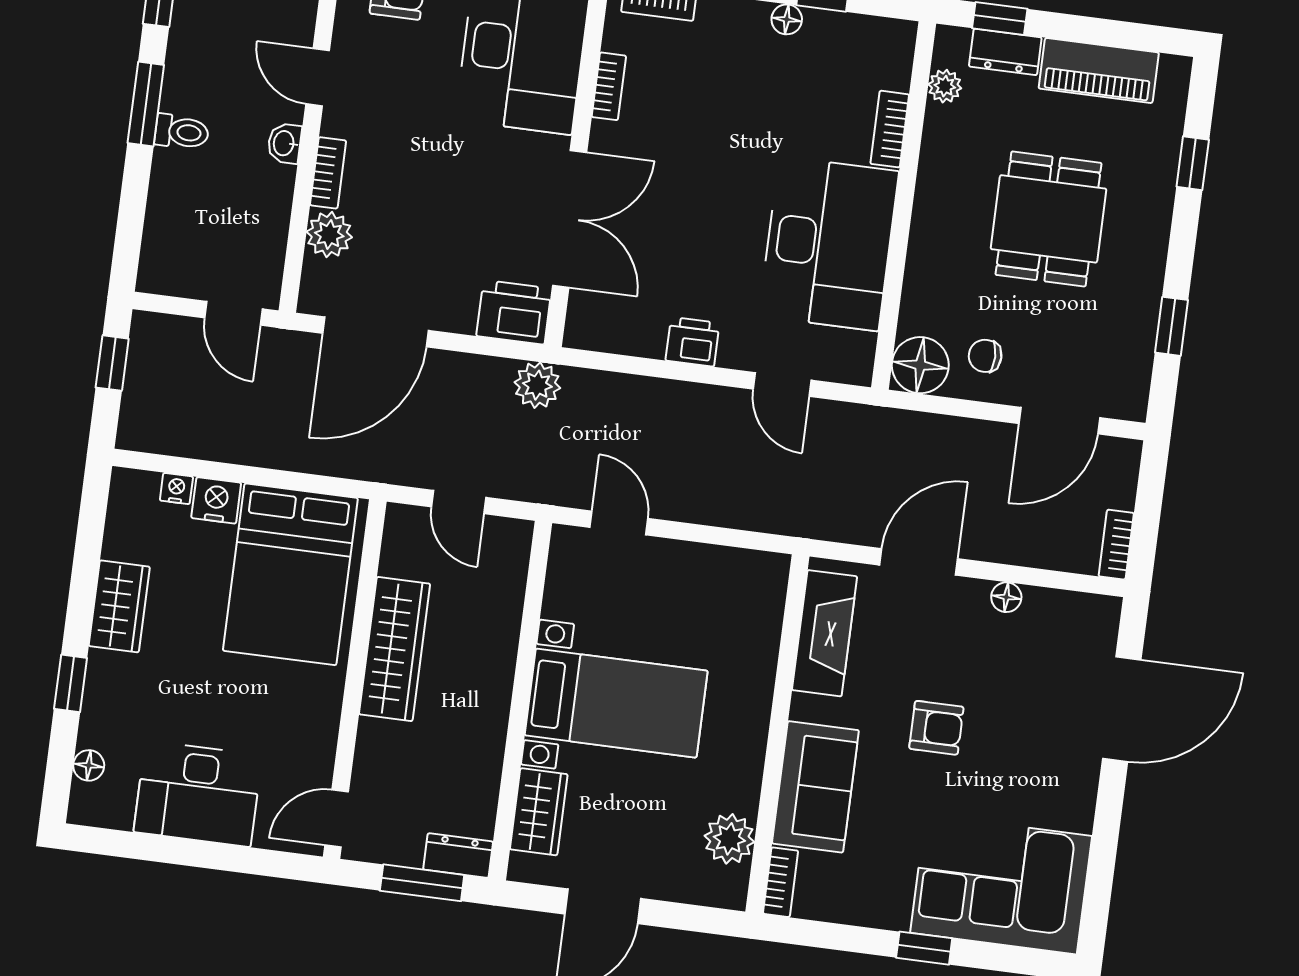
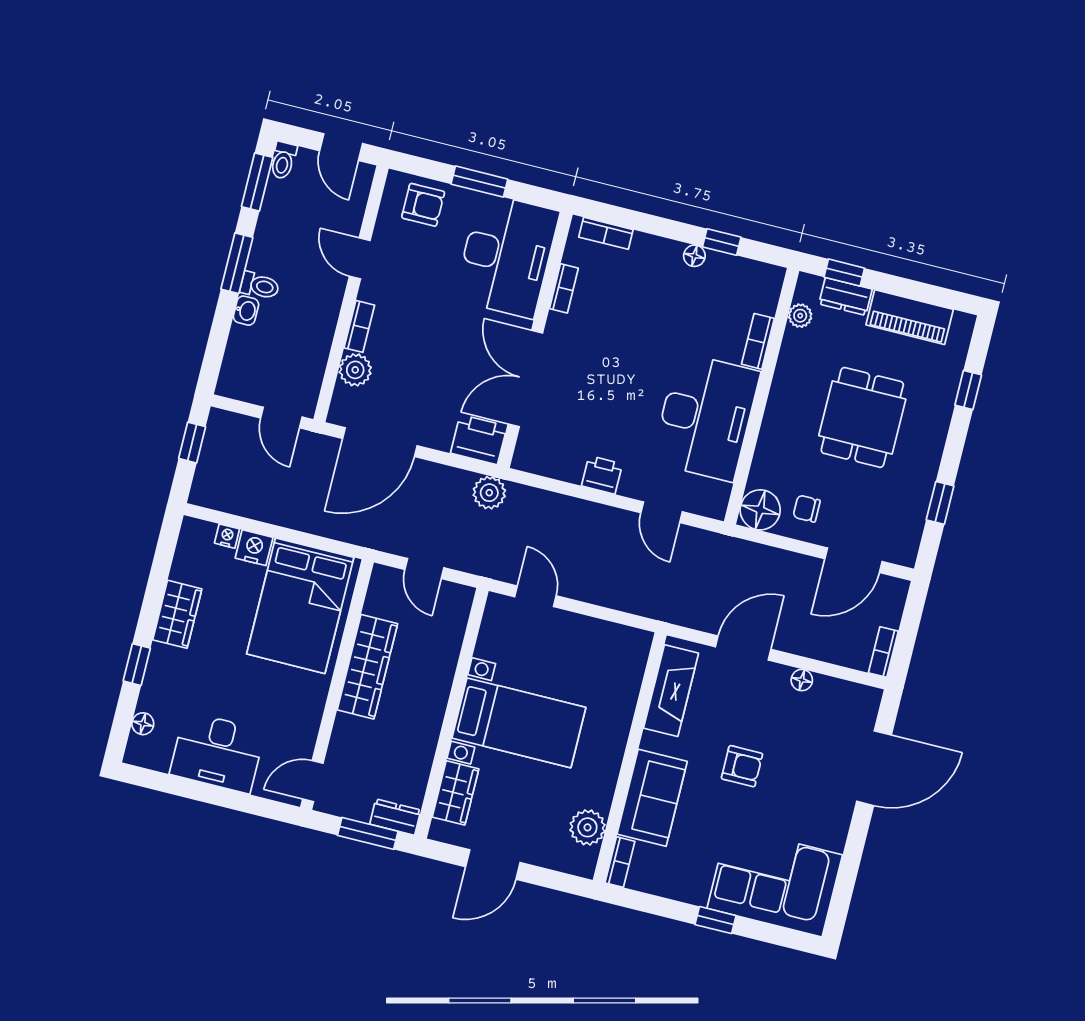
washbasin: (285, 143) -> (246, 311), moved, turned 180
double door: (570, 219) -> (525, 378), swing flipped

